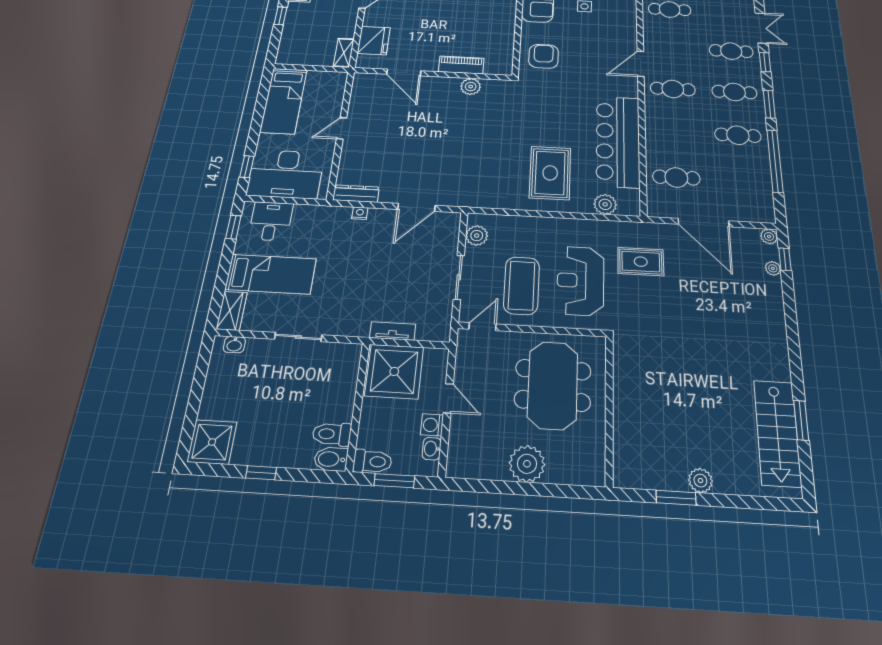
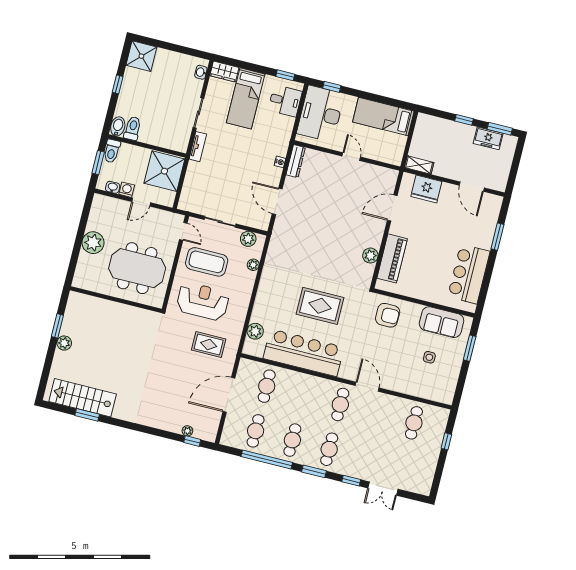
cafe table: (731, 51) -> (256, 431), moved
piano: (461, 65) -> (392, 258), width x1.37, depth x1.33
rug: (550, 173) -> (320, 306), moved
plant: (769, 236) -> (253, 265), moved
rug: (641, 262) -> (209, 345), turned 90
tv unit: (393, 331) -> (198, 147), moved

